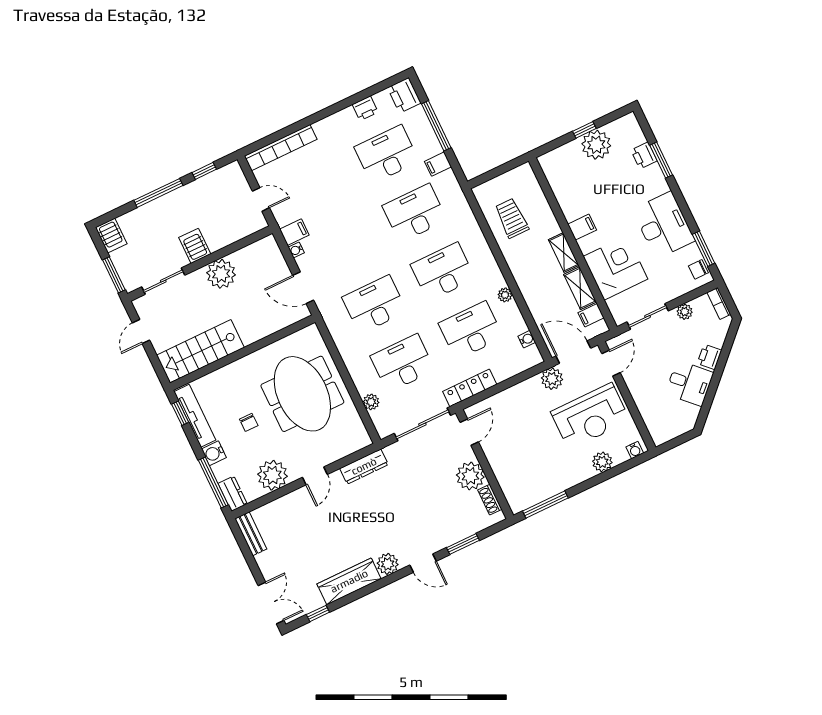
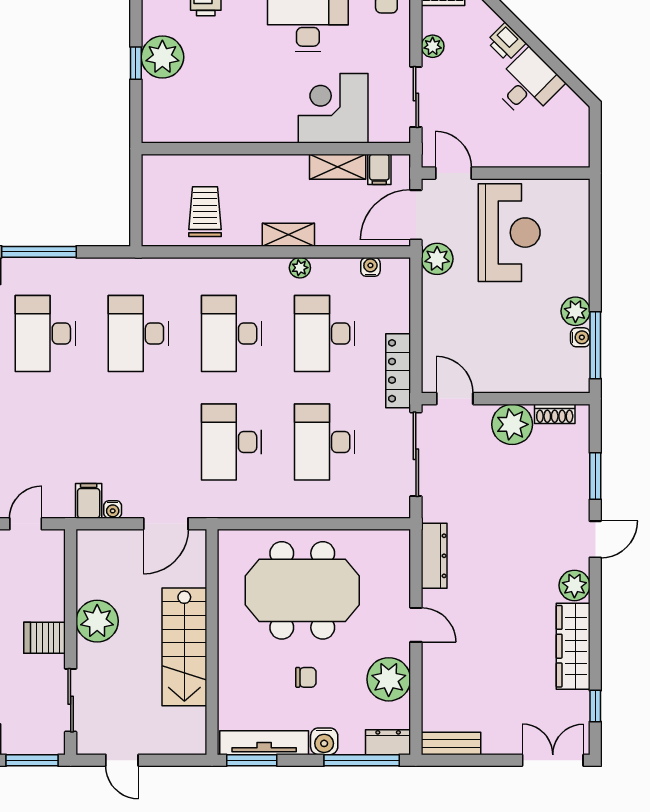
filing cabinet: (438, 164) -> (89, 273), removed
trolley: (512, 218) -> (205, 212), turned 90
filing cabinet: (582, 227) -> (260, 126), removed
shelving: (564, 252) -> (288, 235), moved
stairs: (200, 351) -> (184, 647), moved
plant: (371, 402) -> (355, 507), removed
window: (180, 413) -> (252, 760), width x1.50
water cooler: (635, 450) -> (580, 337), moved
plant: (602, 462) -> (575, 311), moved

